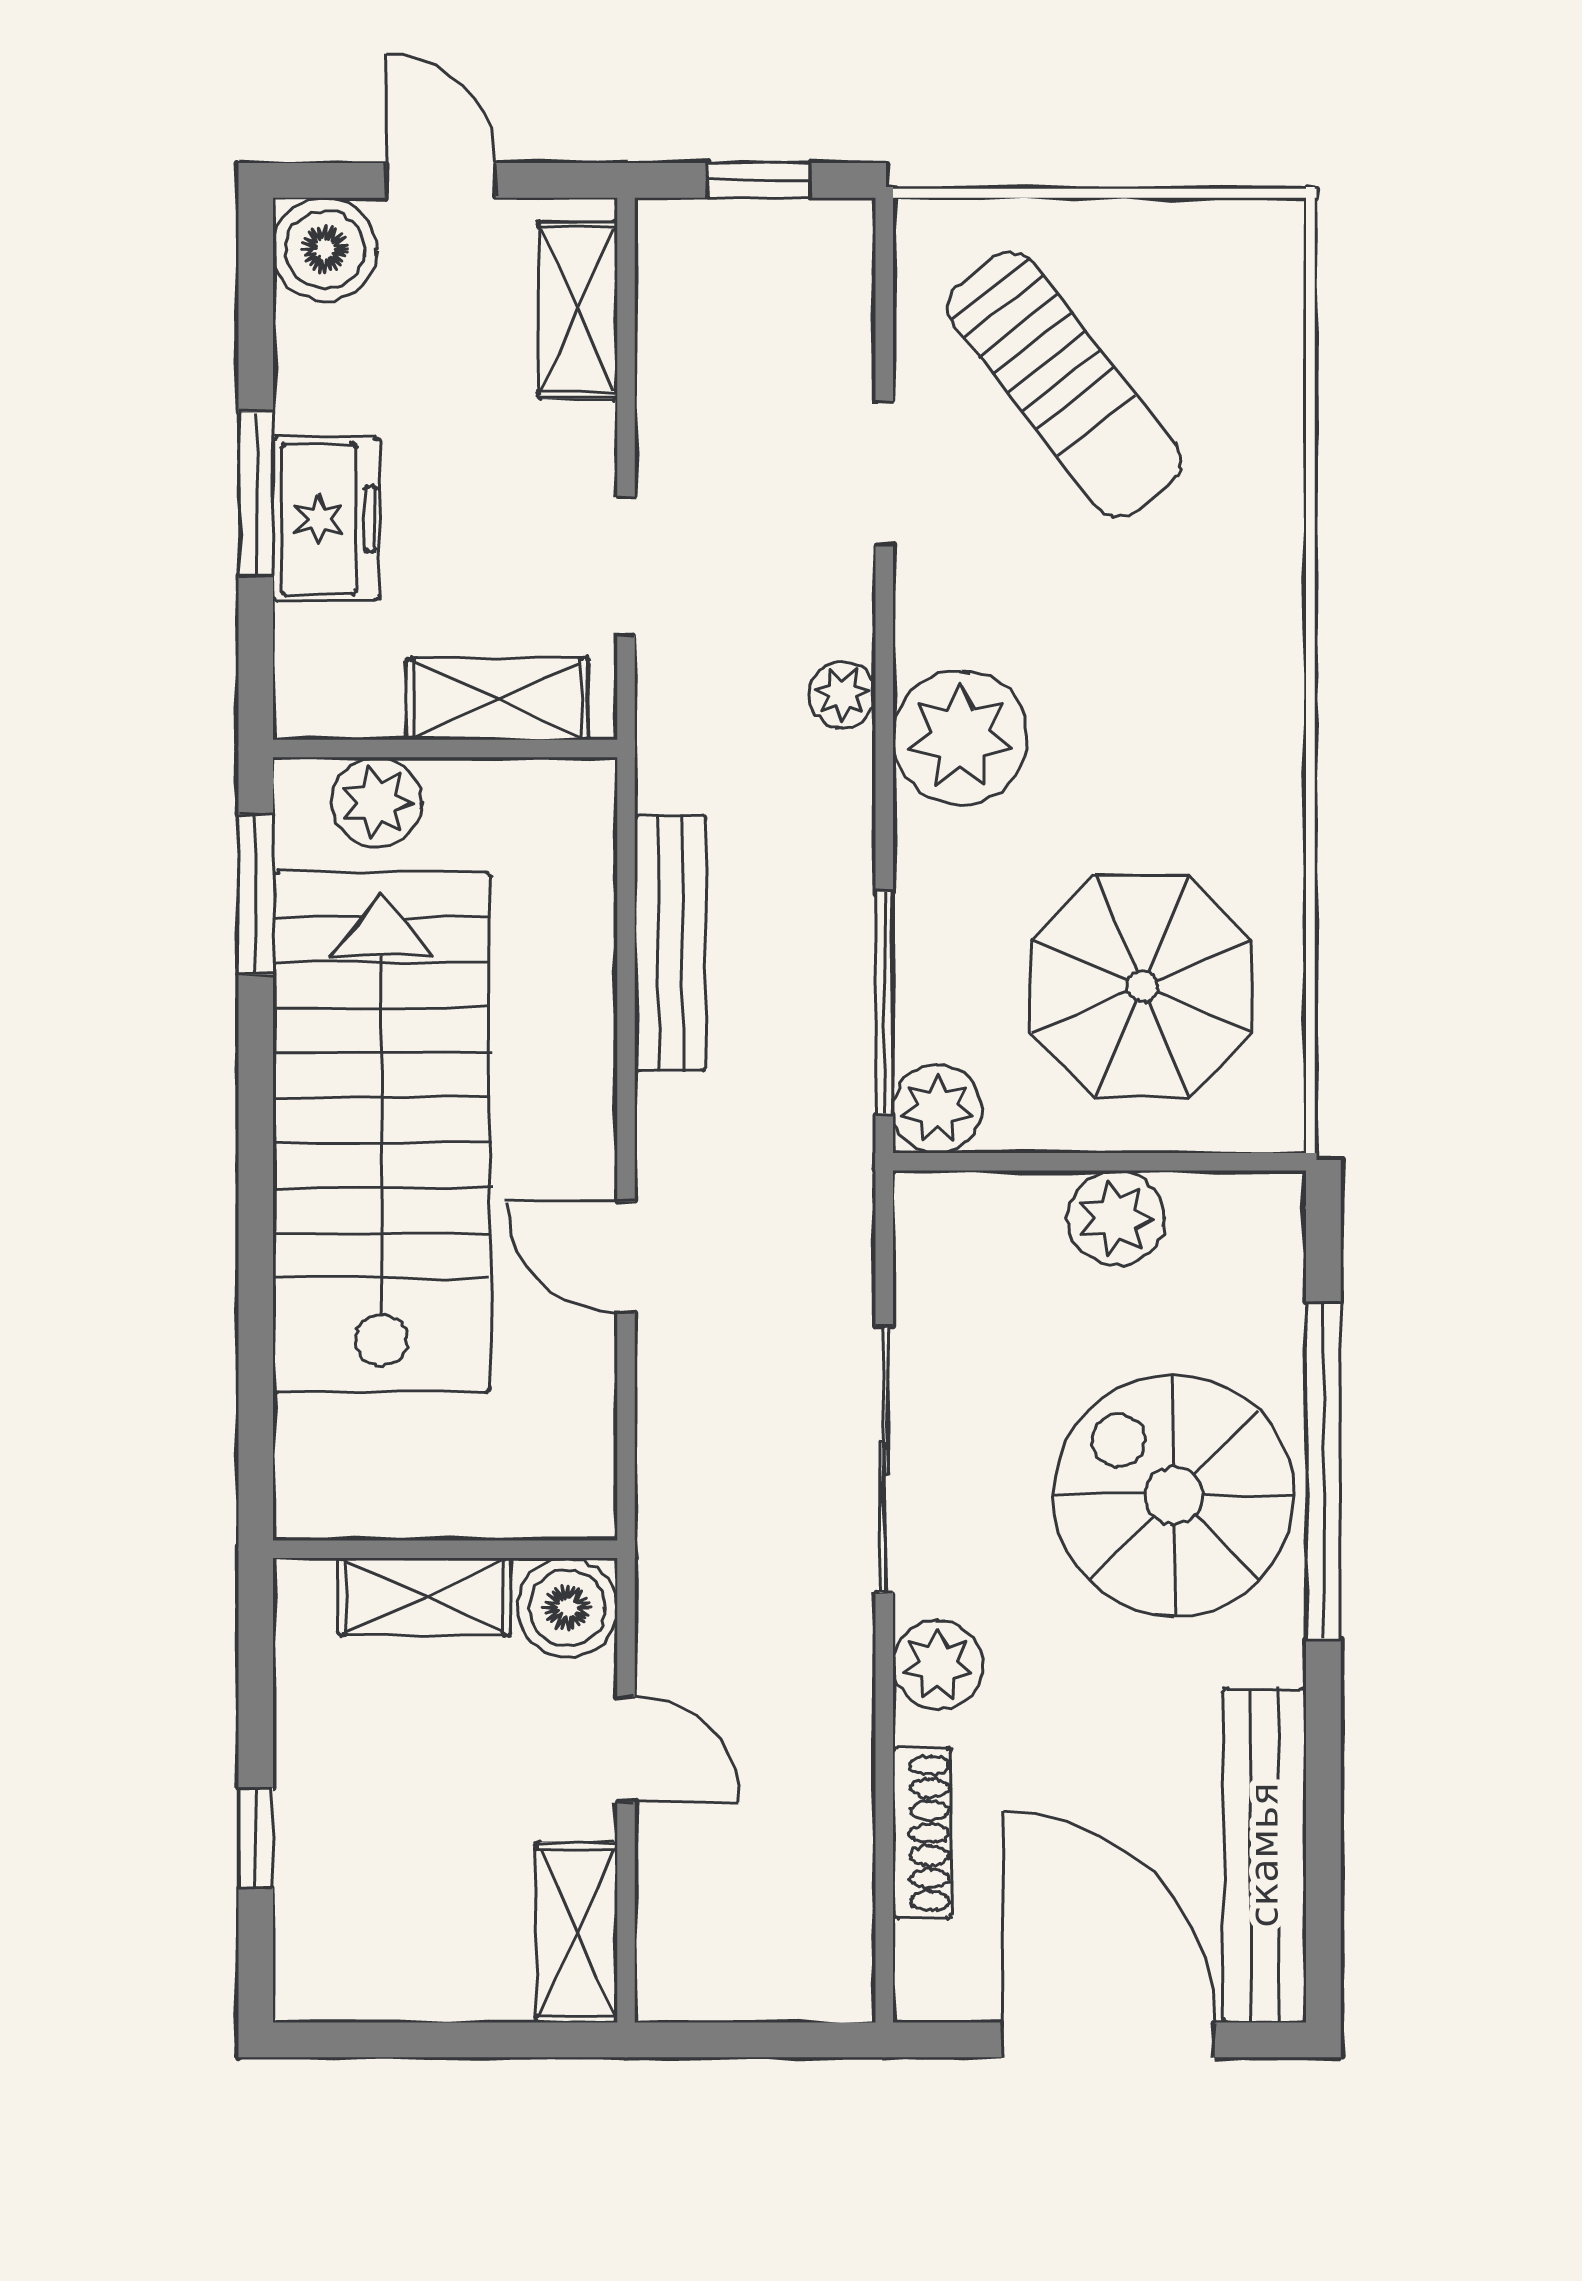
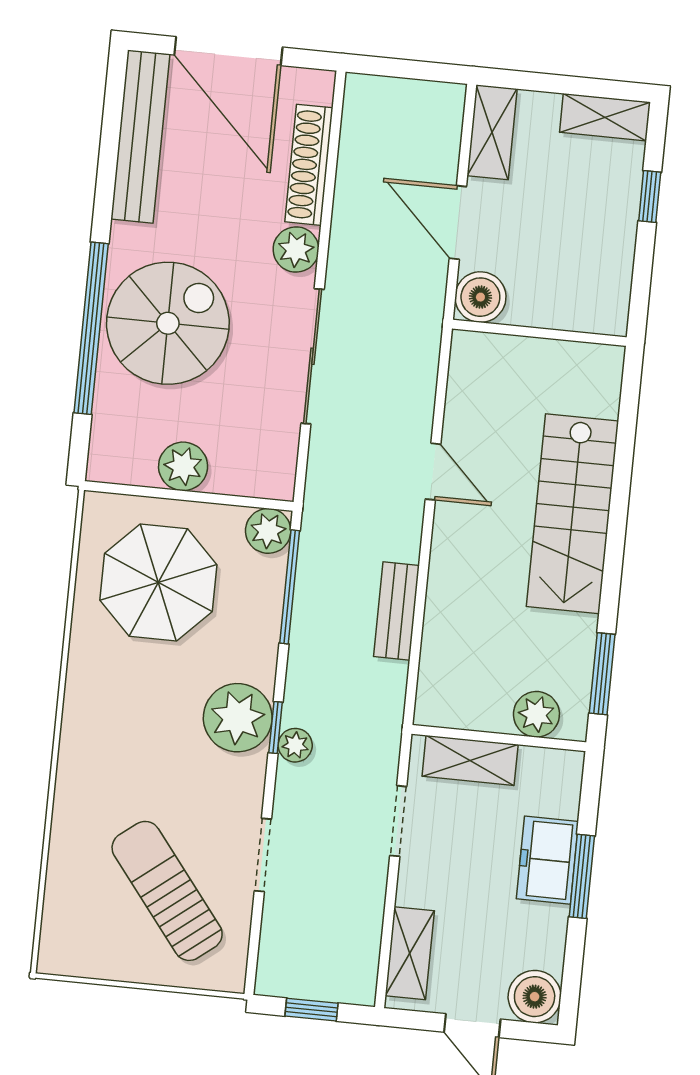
window: (884, 726) -> (276, 727), added
bench: (670, 943) -> (396, 611), width x0.73
stairs: (381, 1132) -> (572, 514), width x0.73, depth x0.66
spiral stairs: (1174, 1496) -> (168, 323), turned -90
shelving: (425, 1596) -> (605, 117), moved
door: (626, 1749) -> (458, 223), width x1.38
shoe rack: (922, 1833) -> (309, 165), width x1.36, depth x1.24

